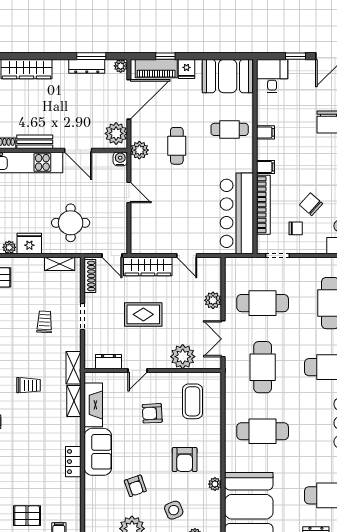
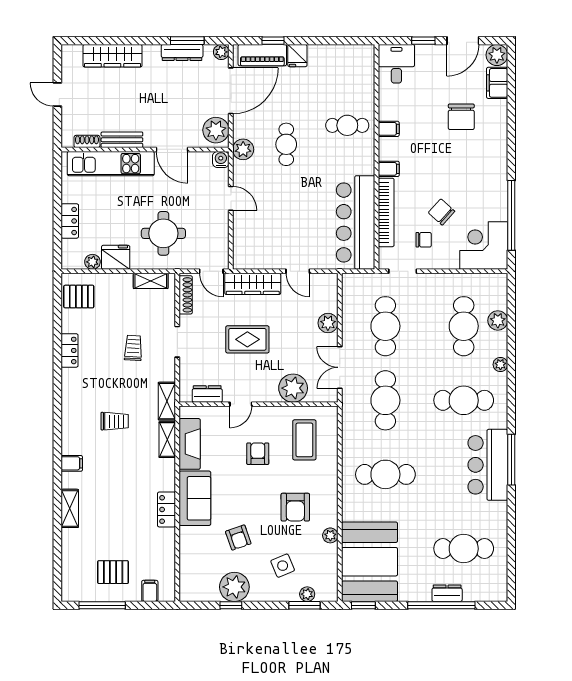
booth: (228, 76) -> (345, 64), removed
cafe table: (263, 303) -> (385, 326), turned 90
armchair: (152, 413) -> (258, 454), turned 93

